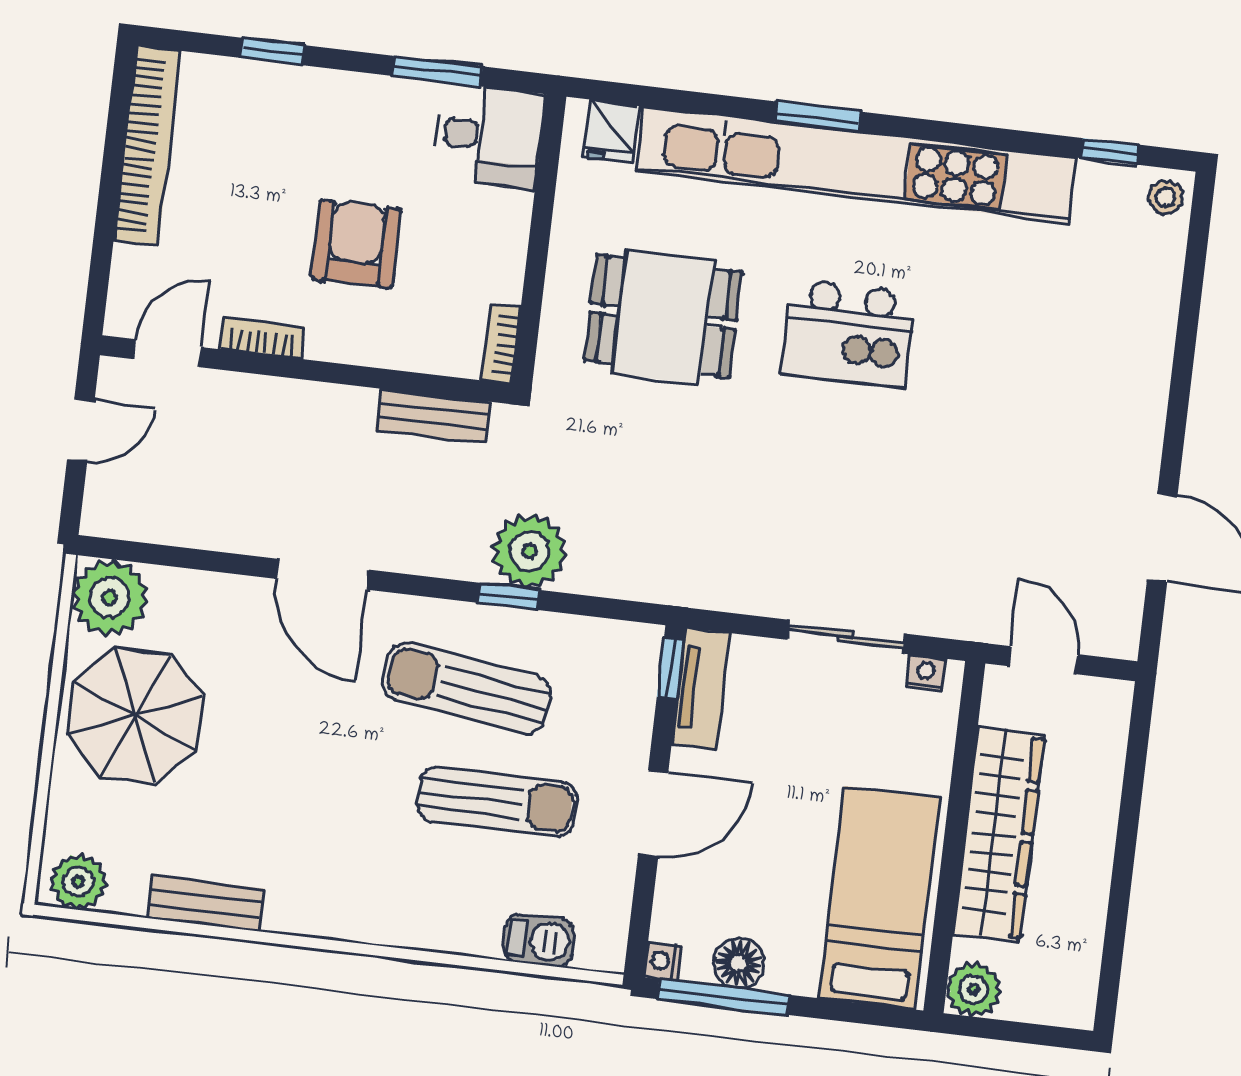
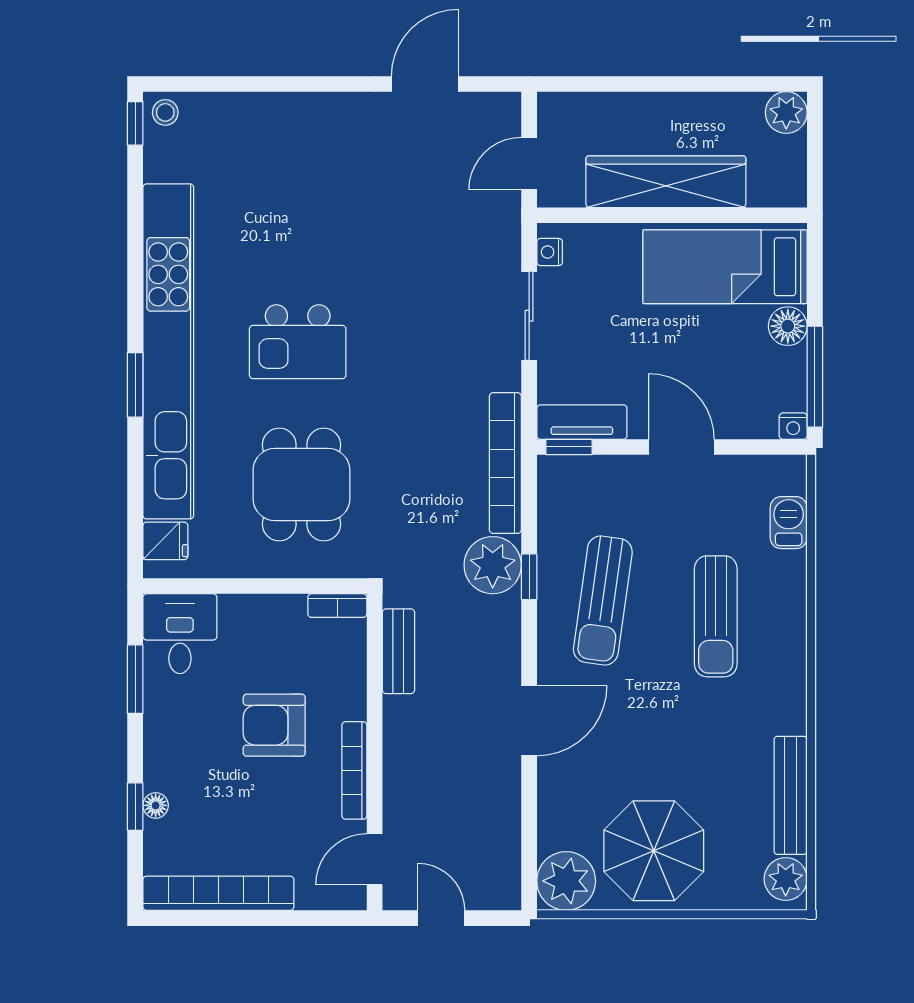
floor lamp: (271, 78) -> (156, 805), added
window: (1110, 151) -> (135, 123), moved
kitchen island: (848, 333) -> (298, 342), turned 90
bookcase: (262, 338) -> (354, 770), width x1.56
door: (167, 353) -> (375, 859), hinge flipped
bookcase: (659, 583) -> (505, 463), added
sun lounger: (497, 802) -> (716, 616), moved, turned 180
bench: (206, 903) -> (791, 795), width x1.36
floor lamp: (739, 963) -> (788, 326), moved
plant: (974, 989) -> (786, 113), moved

